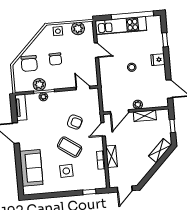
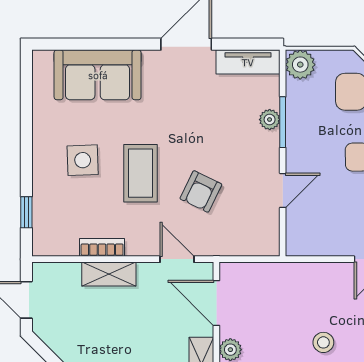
plant: (39, 85) -> (300, 65), moved
door: (83, 88) -> (283, 190), moved
coffee table: (70, 147) -> (140, 173), turned -35

